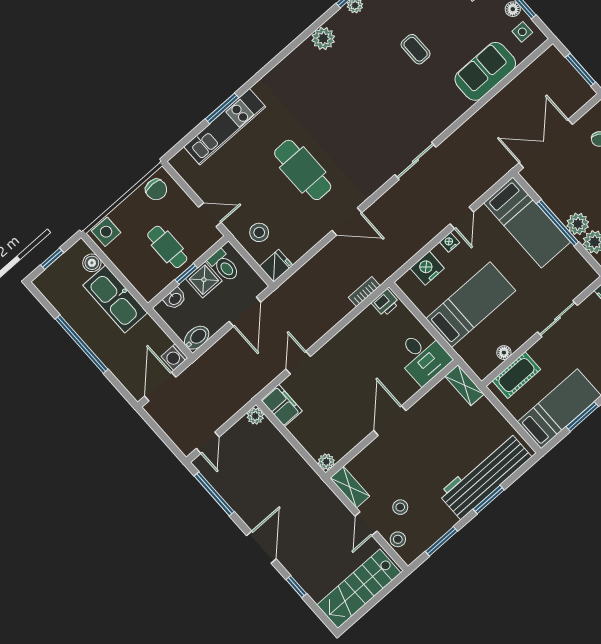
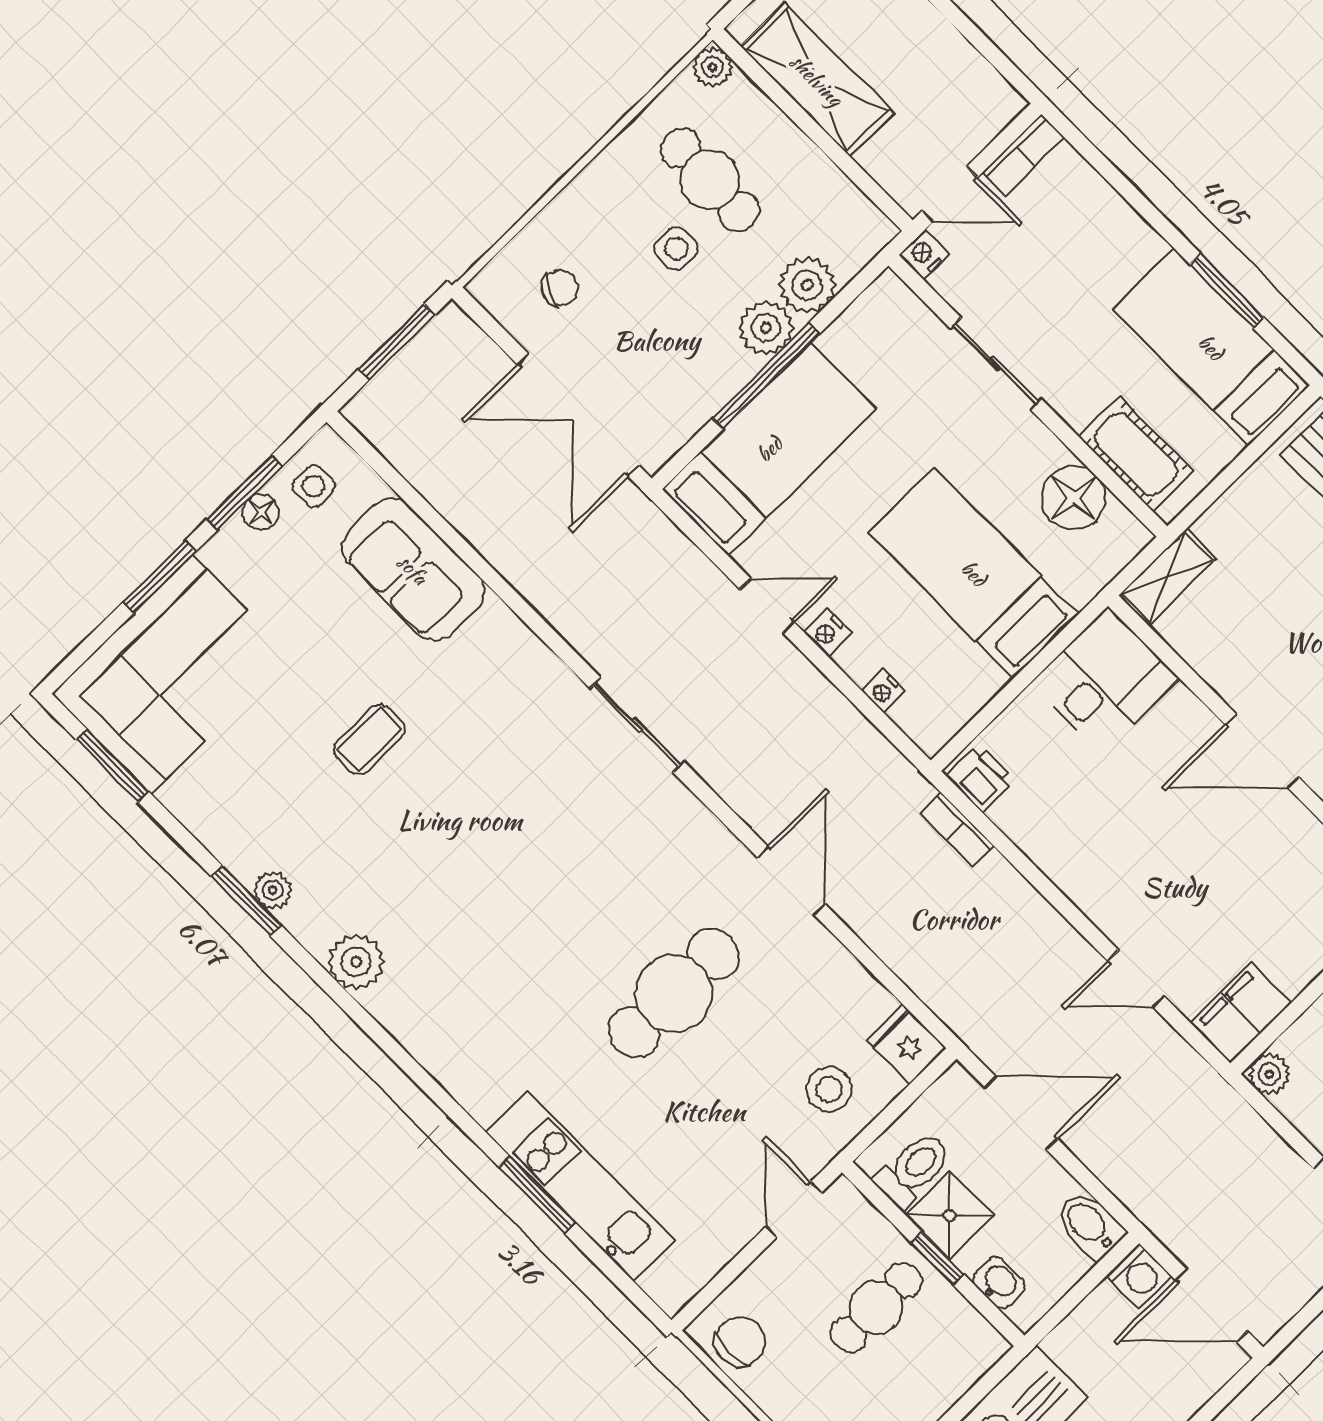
nightstand: (427, 268) -> (884, 691), width x0.53, depth x0.56
floor lamp: (504, 353) -> (1073, 498), width x1.89, depth x1.89

